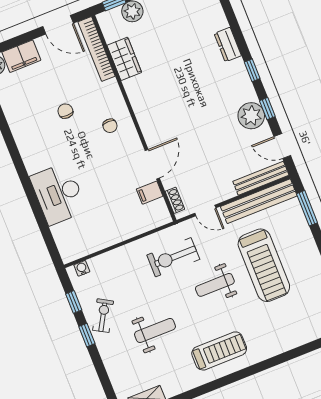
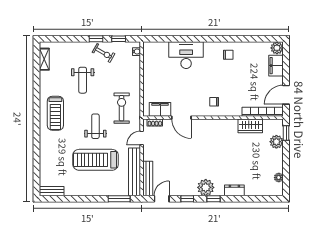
chair: (65, 111) -> (228, 55), moved
plant: (251, 116) -> (206, 187), moved
filing cabinet: (150, 193) -> (160, 109), width x2.00

